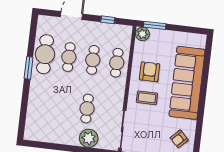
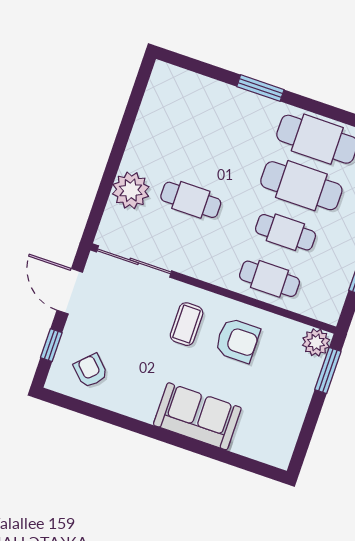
cafe table: (69, 57) -> (301, 186), width x1.37, depth x1.35
window: (29, 68) -> (260, 88), moved
sofa: (187, 83) -> (197, 416), width x0.54, depth x0.79

